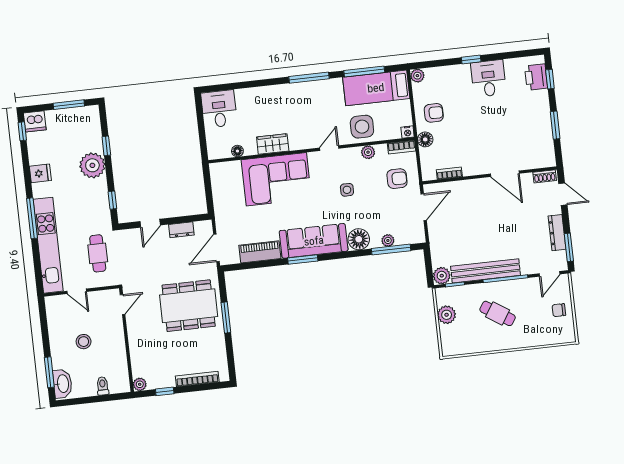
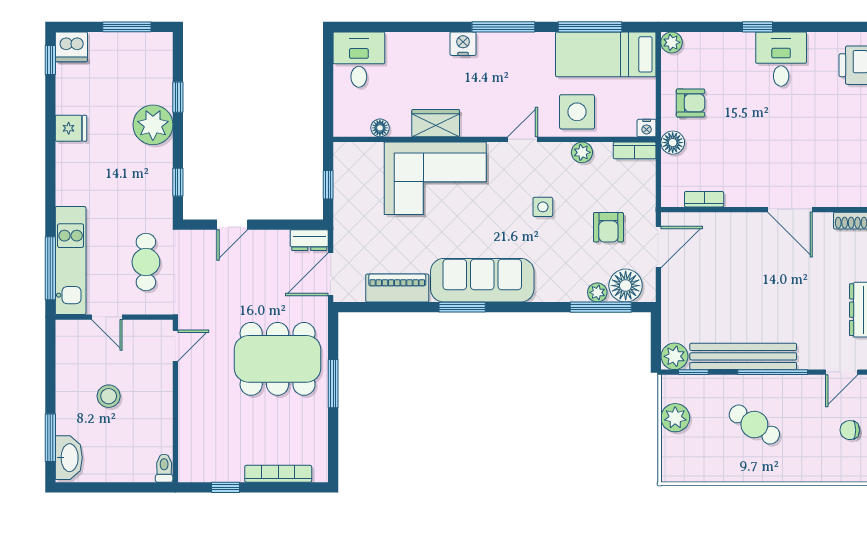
nightstand: (284, 91) -> (463, 44), added
armchair: (397, 179) -> (608, 227), moved, turned 90
window: (208, 191) -> (328, 185), added
window: (32, 218) -> (50, 268), moved
dresser: (181, 230) -> (309, 240), moved
floor lamp: (359, 239) -> (626, 286), moved
kitchen unit: (48, 245) -> (71, 261), width x0.73
plant: (140, 384) -> (188, 472), removed
toilet: (103, 386) -> (164, 468), moved

